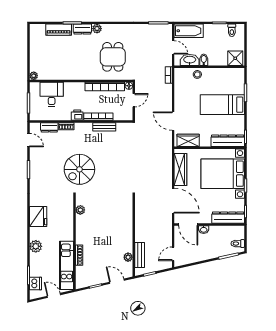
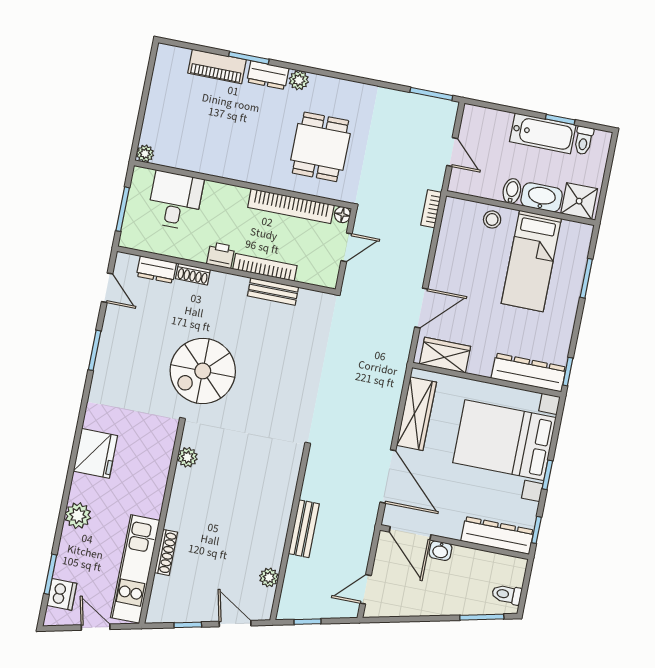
bathtub: (189, 31) -> (543, 133), moved
washbasin: (190, 60) -> (542, 197), moved
bed: (222, 105) -> (531, 261), moved, turned -90
door: (173, 121) -> (421, 308), swing flipped
bench: (140, 255) -> (304, 529), moved

